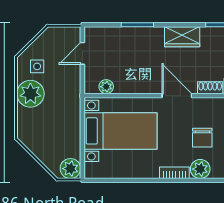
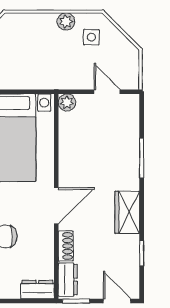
plant: (106, 87) -> (67, 102), moved
plant: (30, 94) -> (66, 21), width x0.53, depth x0.53

